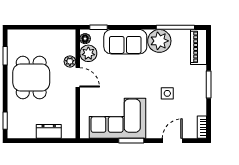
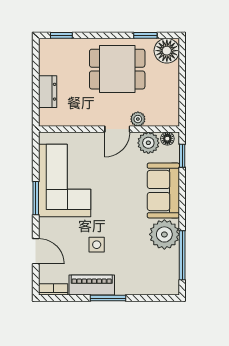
floor lamp: (17, 39) -> (167, 51), added
piano: (199, 47) -> (92, 285), moved

